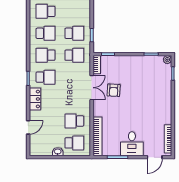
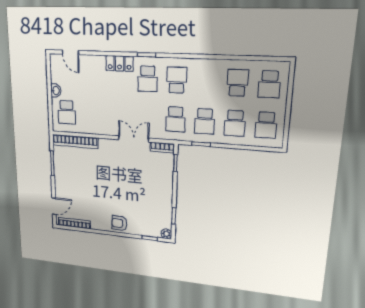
school desk: (46, 33) -> (235, 123), moved
double door: (92, 88) -> (134, 139), swing flipped
armchair: (114, 90) -> (119, 223), moved
school desk: (74, 121) -> (93, 114), removed
door: (28, 127) -> (70, 52), moved
desk: (132, 144) -> (68, 182), removed
door: (155, 157) -> (54, 206), swing flipped

